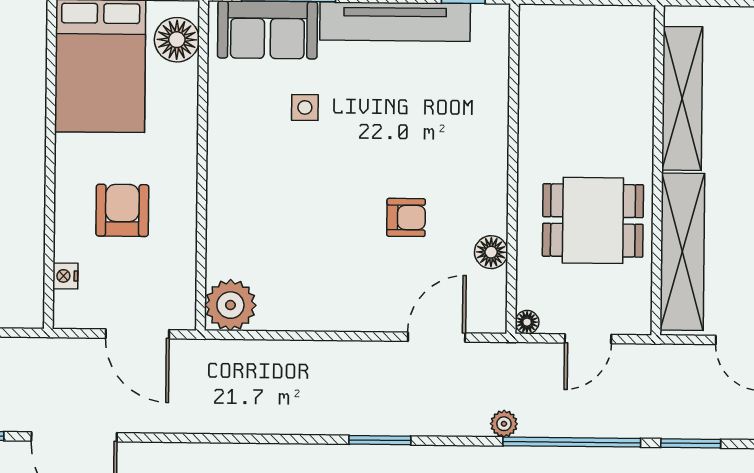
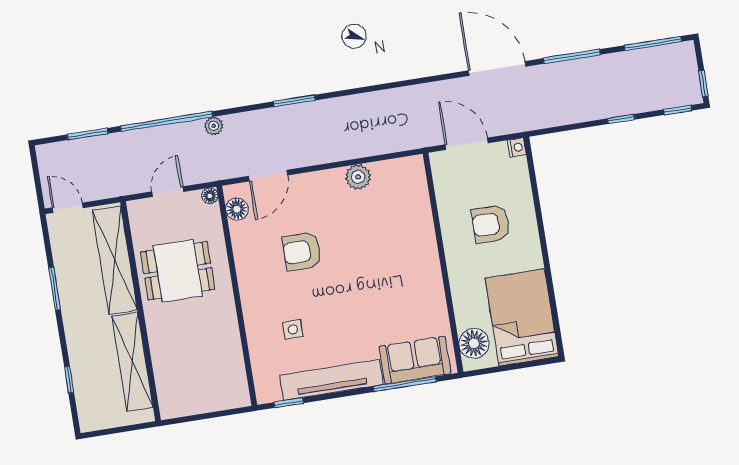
side table: (305, 107) -> (293, 329), moved
armchair: (122, 210) -> (491, 224), turned 90
armchair: (406, 217) -> (302, 251), width x1.38, depth x1.38
floor lamp: (491, 252) -> (237, 209), moved
nightstand: (65, 276) -> (517, 147), moved
plant: (230, 305) -> (358, 177), moved, width x0.73, depth x0.73

